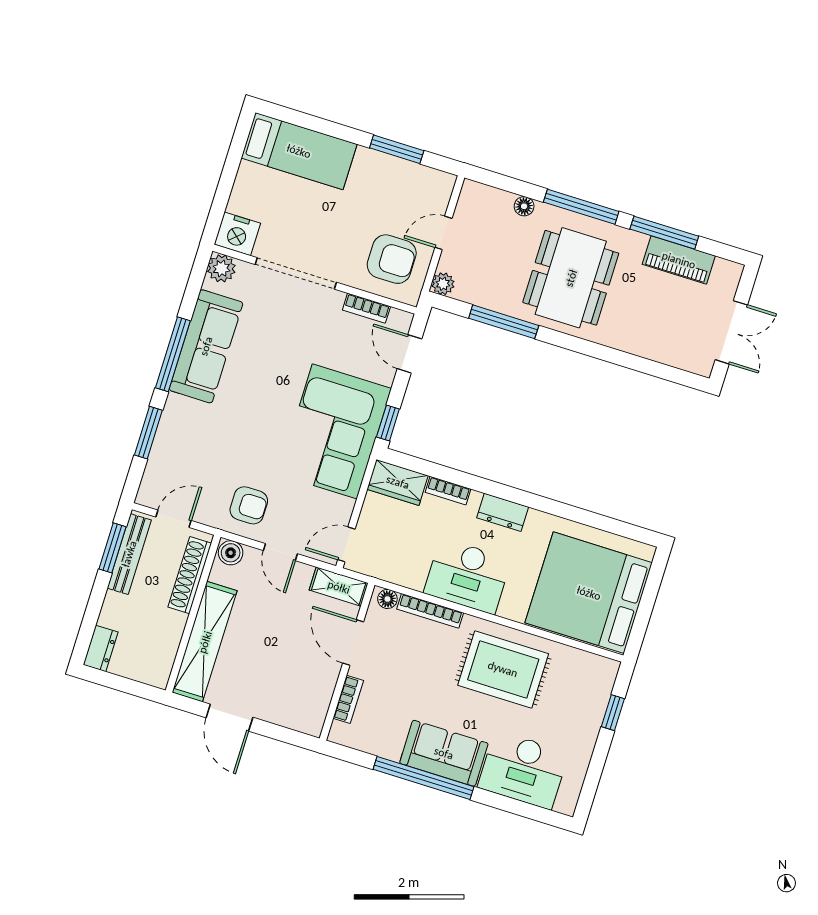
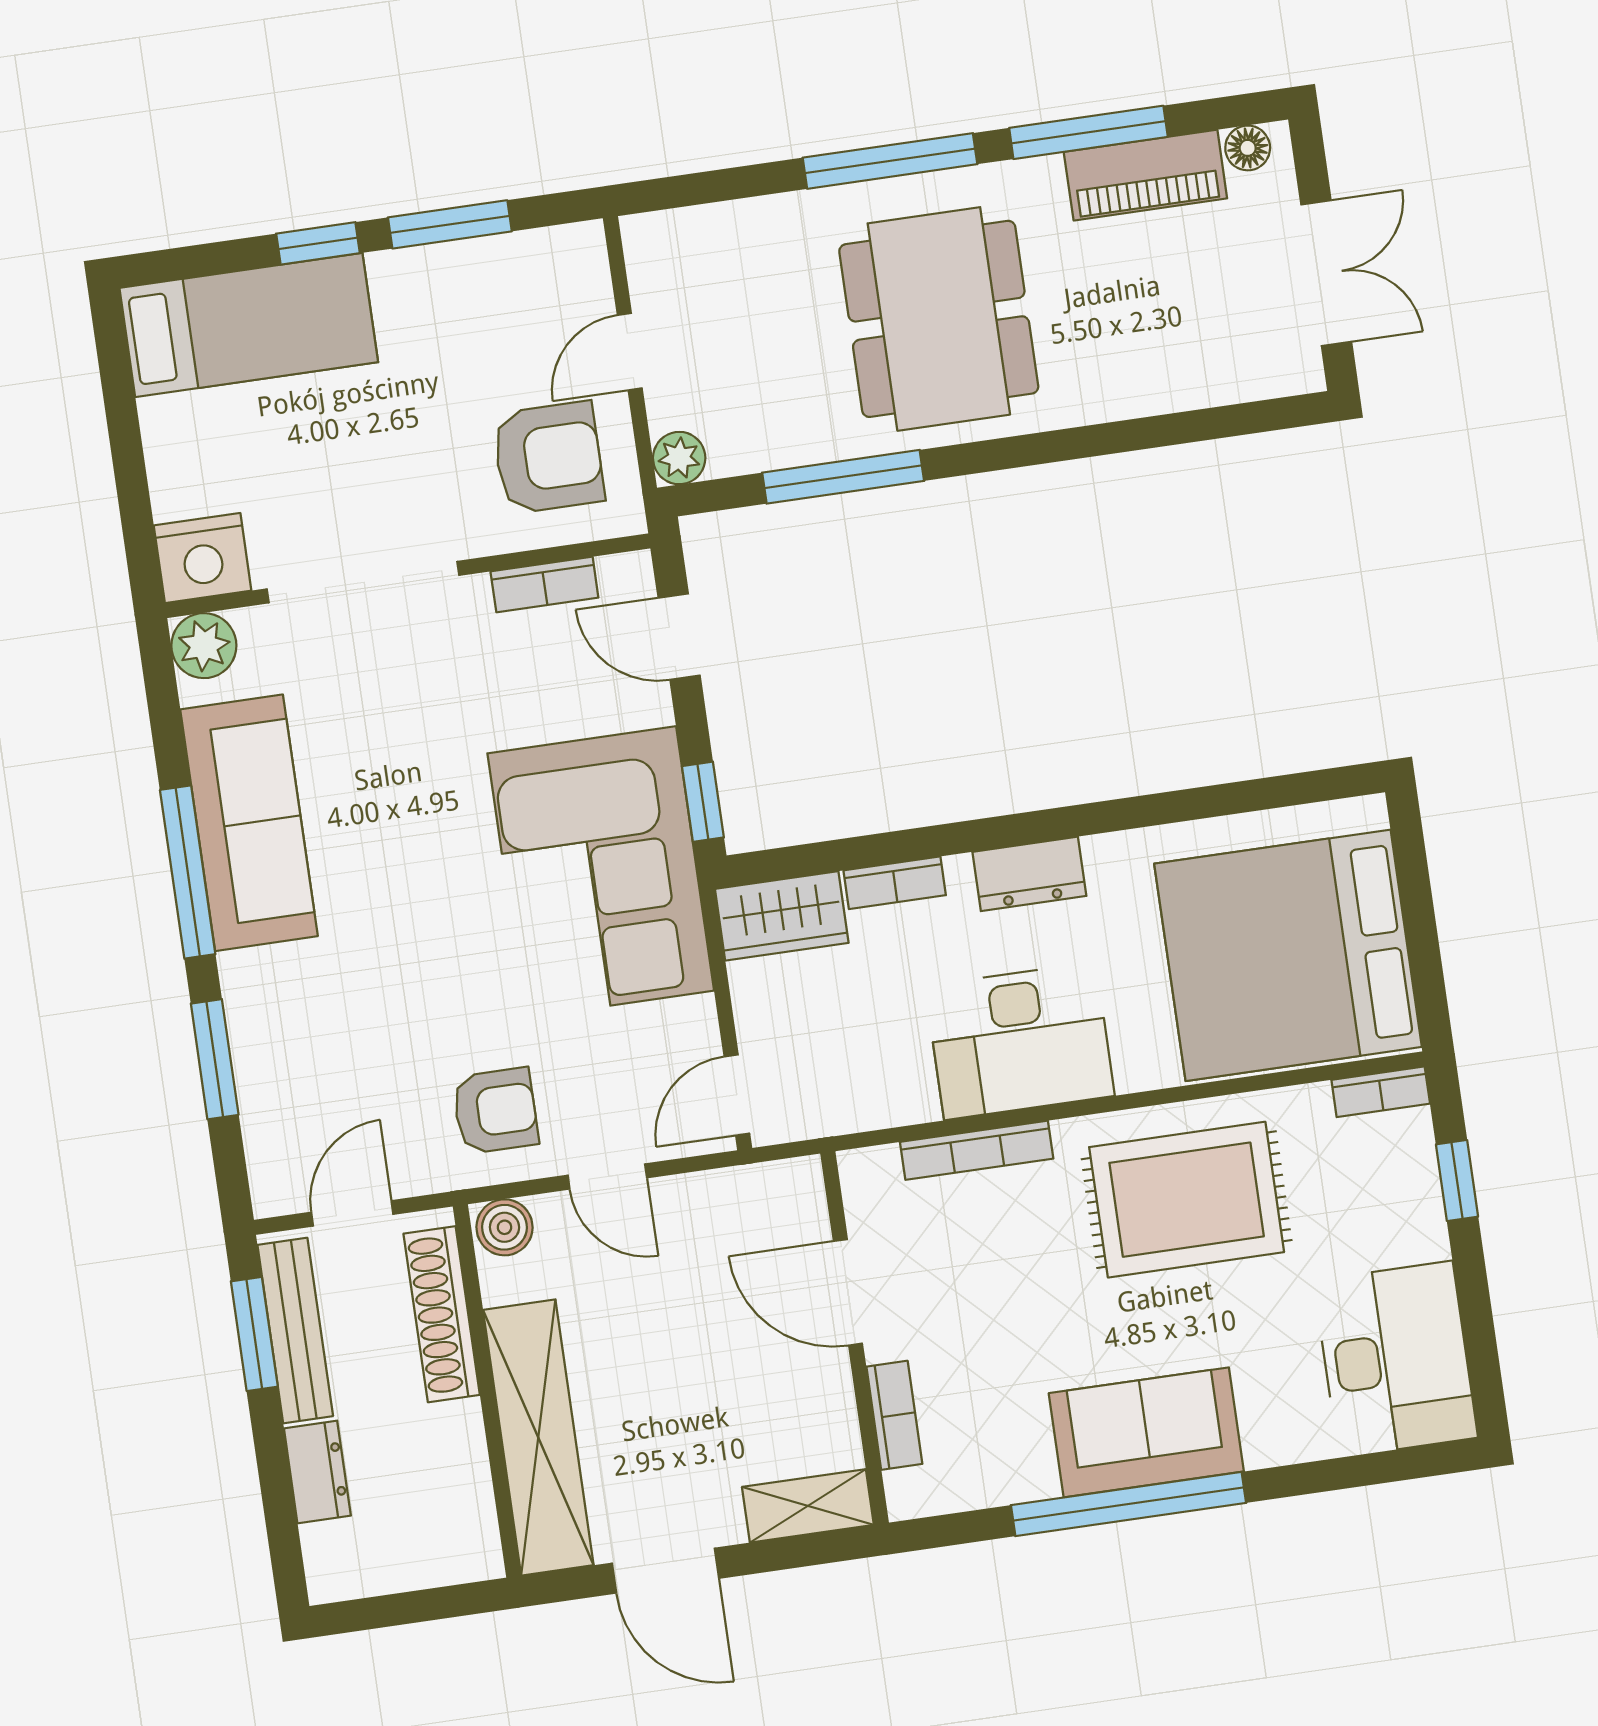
window: (341, 132) -> (318, 243), added
floor lamp: (524, 206) -> (1248, 148), moved
shelving: (339, 587) -> (808, 1506), moved
floor lamp: (387, 599) -> (876, 1168), removed
dresser: (101, 648) -> (317, 1472), moved
bookcase: (599, 664) -> (1381, 1092), added
desk: (523, 770) -> (1396, 1359), moved, turned -90

